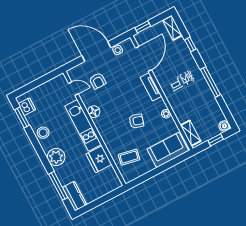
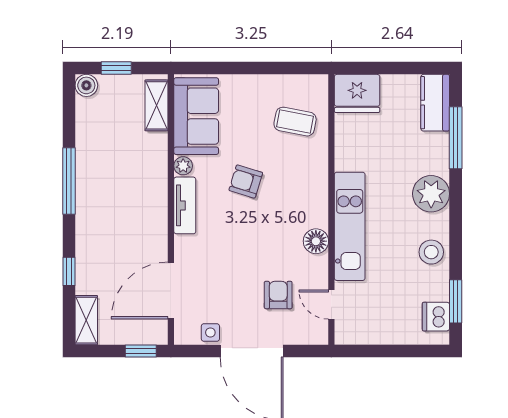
tv unit: (151, 87) -> (185, 205), moved
sofa: (168, 150) -> (196, 116), moved, turned -90
fridge: (99, 159) -> (357, 93), moved, turned 90

